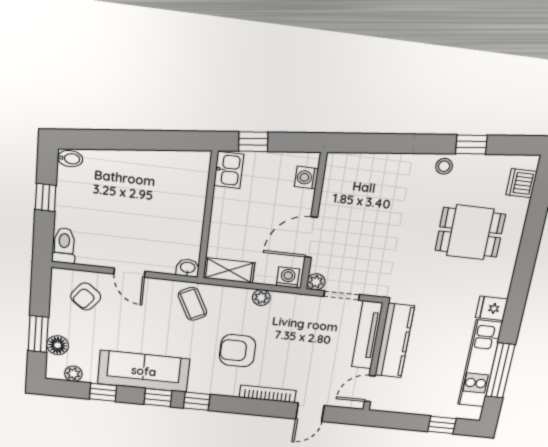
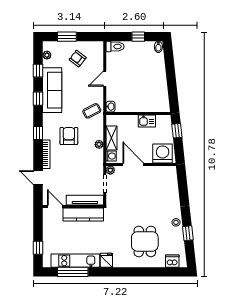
kitchen sink: (229, 170) -> (147, 121), moved
washing machine: (307, 178) -> (163, 153), width x1.89, depth x1.89
shelving: (229, 270) -> (111, 138), moved
armchair: (86, 297) -> (78, 59), moved
floor lamp: (58, 345) -> (62, 46), removed
window: (197, 401) -> (38, 133), moved

